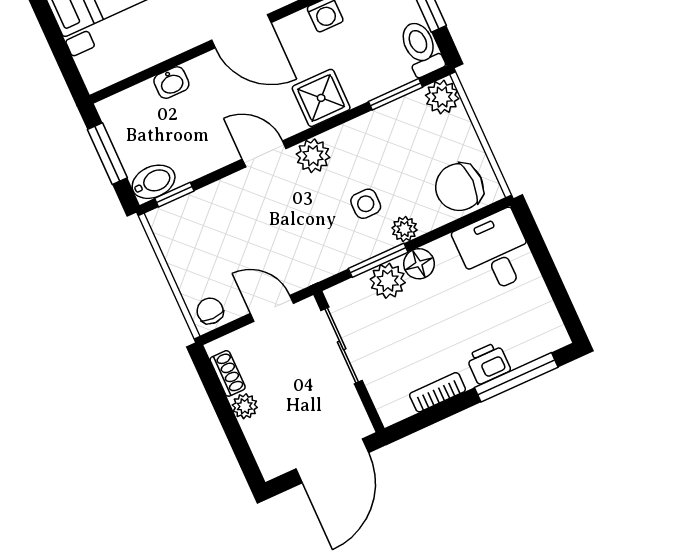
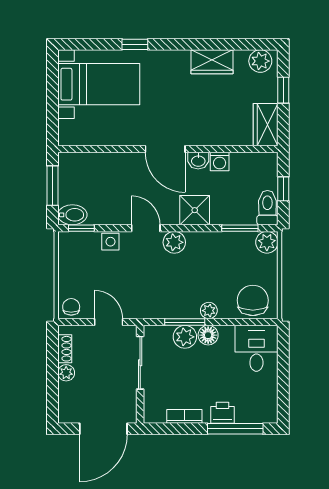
washbasin: (171, 83) -> (198, 161), moved
chair: (459, 187) -> (253, 300), turned 90
side table: (366, 204) -> (110, 242), moved

